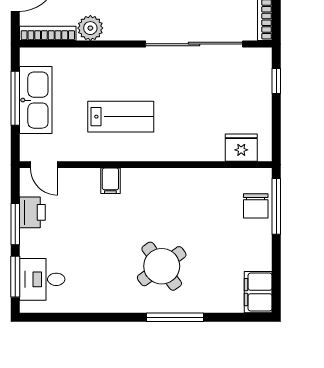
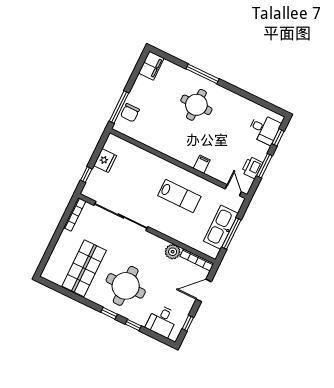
lab bench: (121, 117) -> (179, 196), turned 180
fridge: (241, 148) -> (105, 161), moved, turned -90
chair: (256, 206) -> (130, 113), turned 180
round table: (162, 266) -> (196, 105), turned 36
window: (15, 277) -> (278, 137), width x0.67

